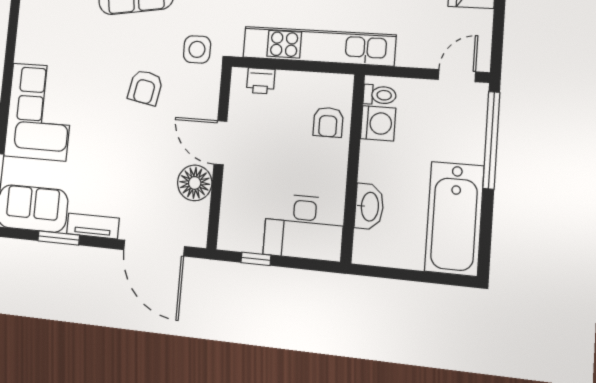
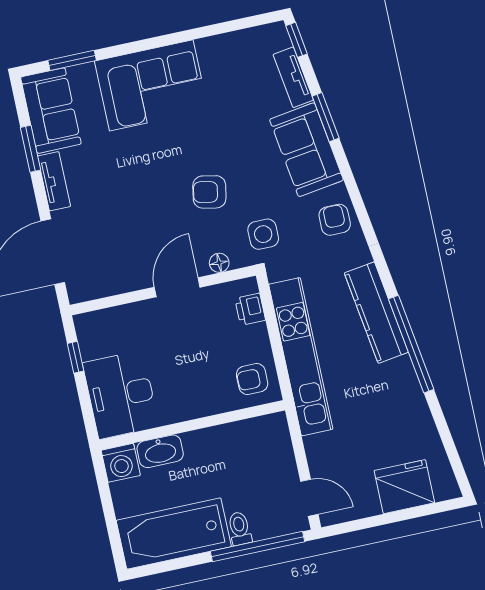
toilet: (380, 95) -> (240, 528), moved, turned 180
armchair: (328, 122) -> (252, 379), moved
washing machine: (378, 123) -> (121, 463), moved
floor lamp: (195, 183) -> (219, 263), moved, width x0.53, depth x0.53

